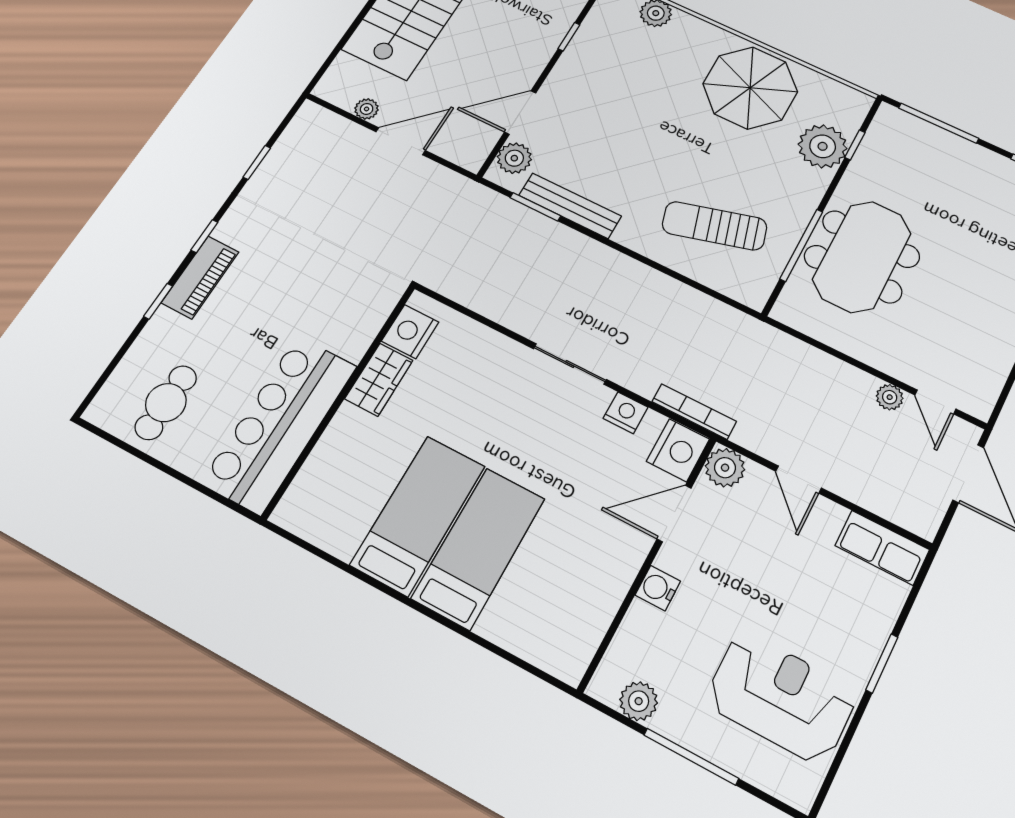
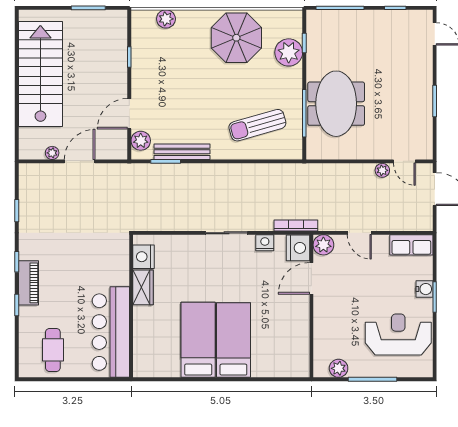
water cooler: (658, 588) -> (424, 289), moved, turned 180

